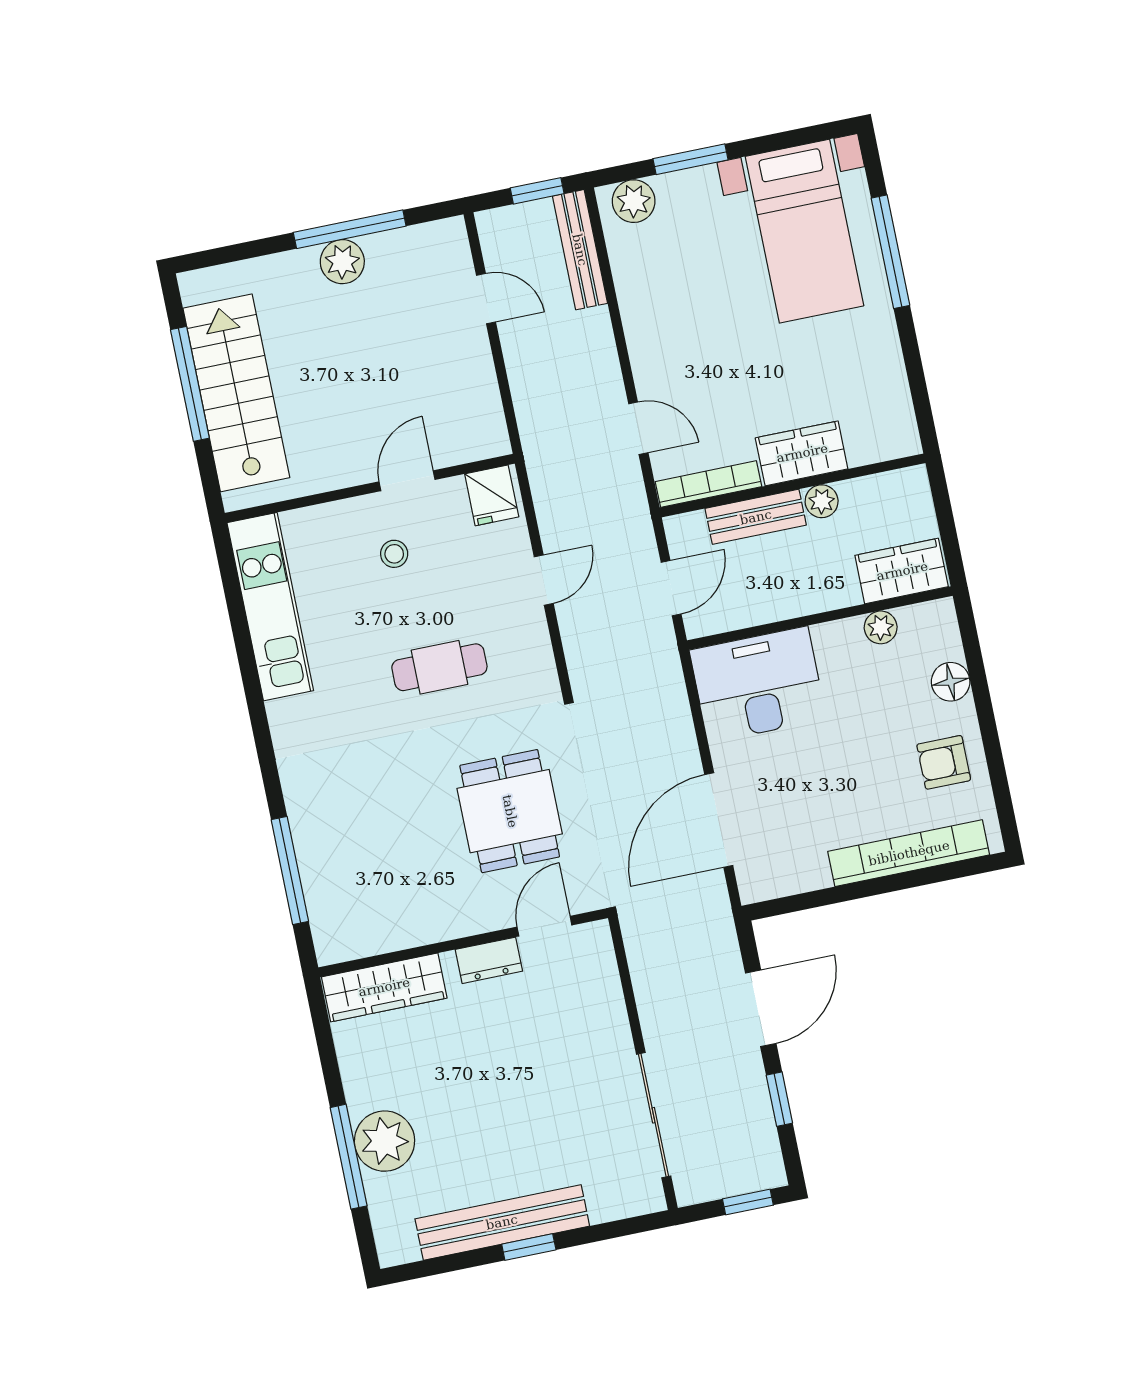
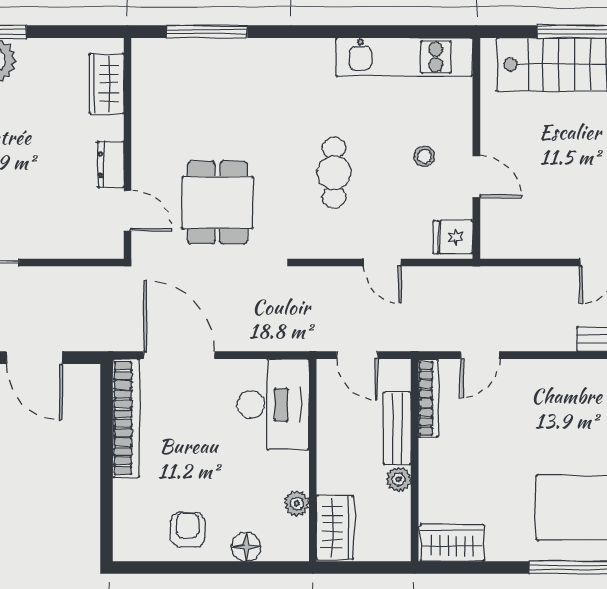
wardrobe: (802, 453) -> (452, 543), moved, turned -90
dining table: (510, 811) -> (217, 203), turned 90
bookcase: (909, 853) -> (126, 418), moved
wardrobe: (384, 987) -> (106, 84), width x0.67

